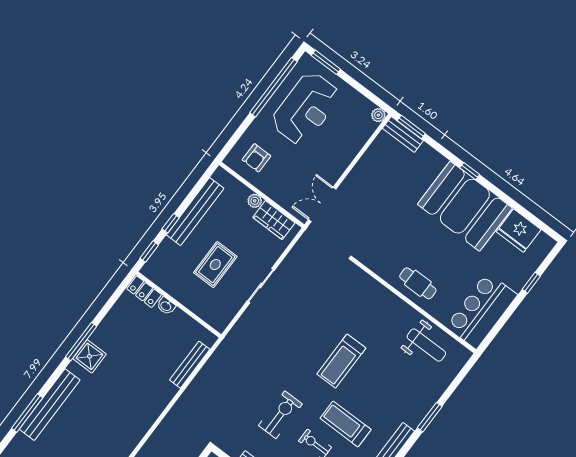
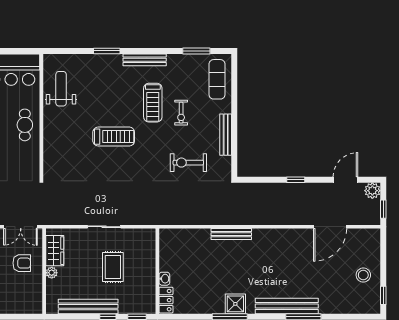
armchair: (256, 158) -> (22, 263), moved
rug: (215, 265) -> (113, 267), turned 90
bench: (190, 365) -> (231, 234), moved
exercise bike: (280, 415) -> (188, 163), moved

